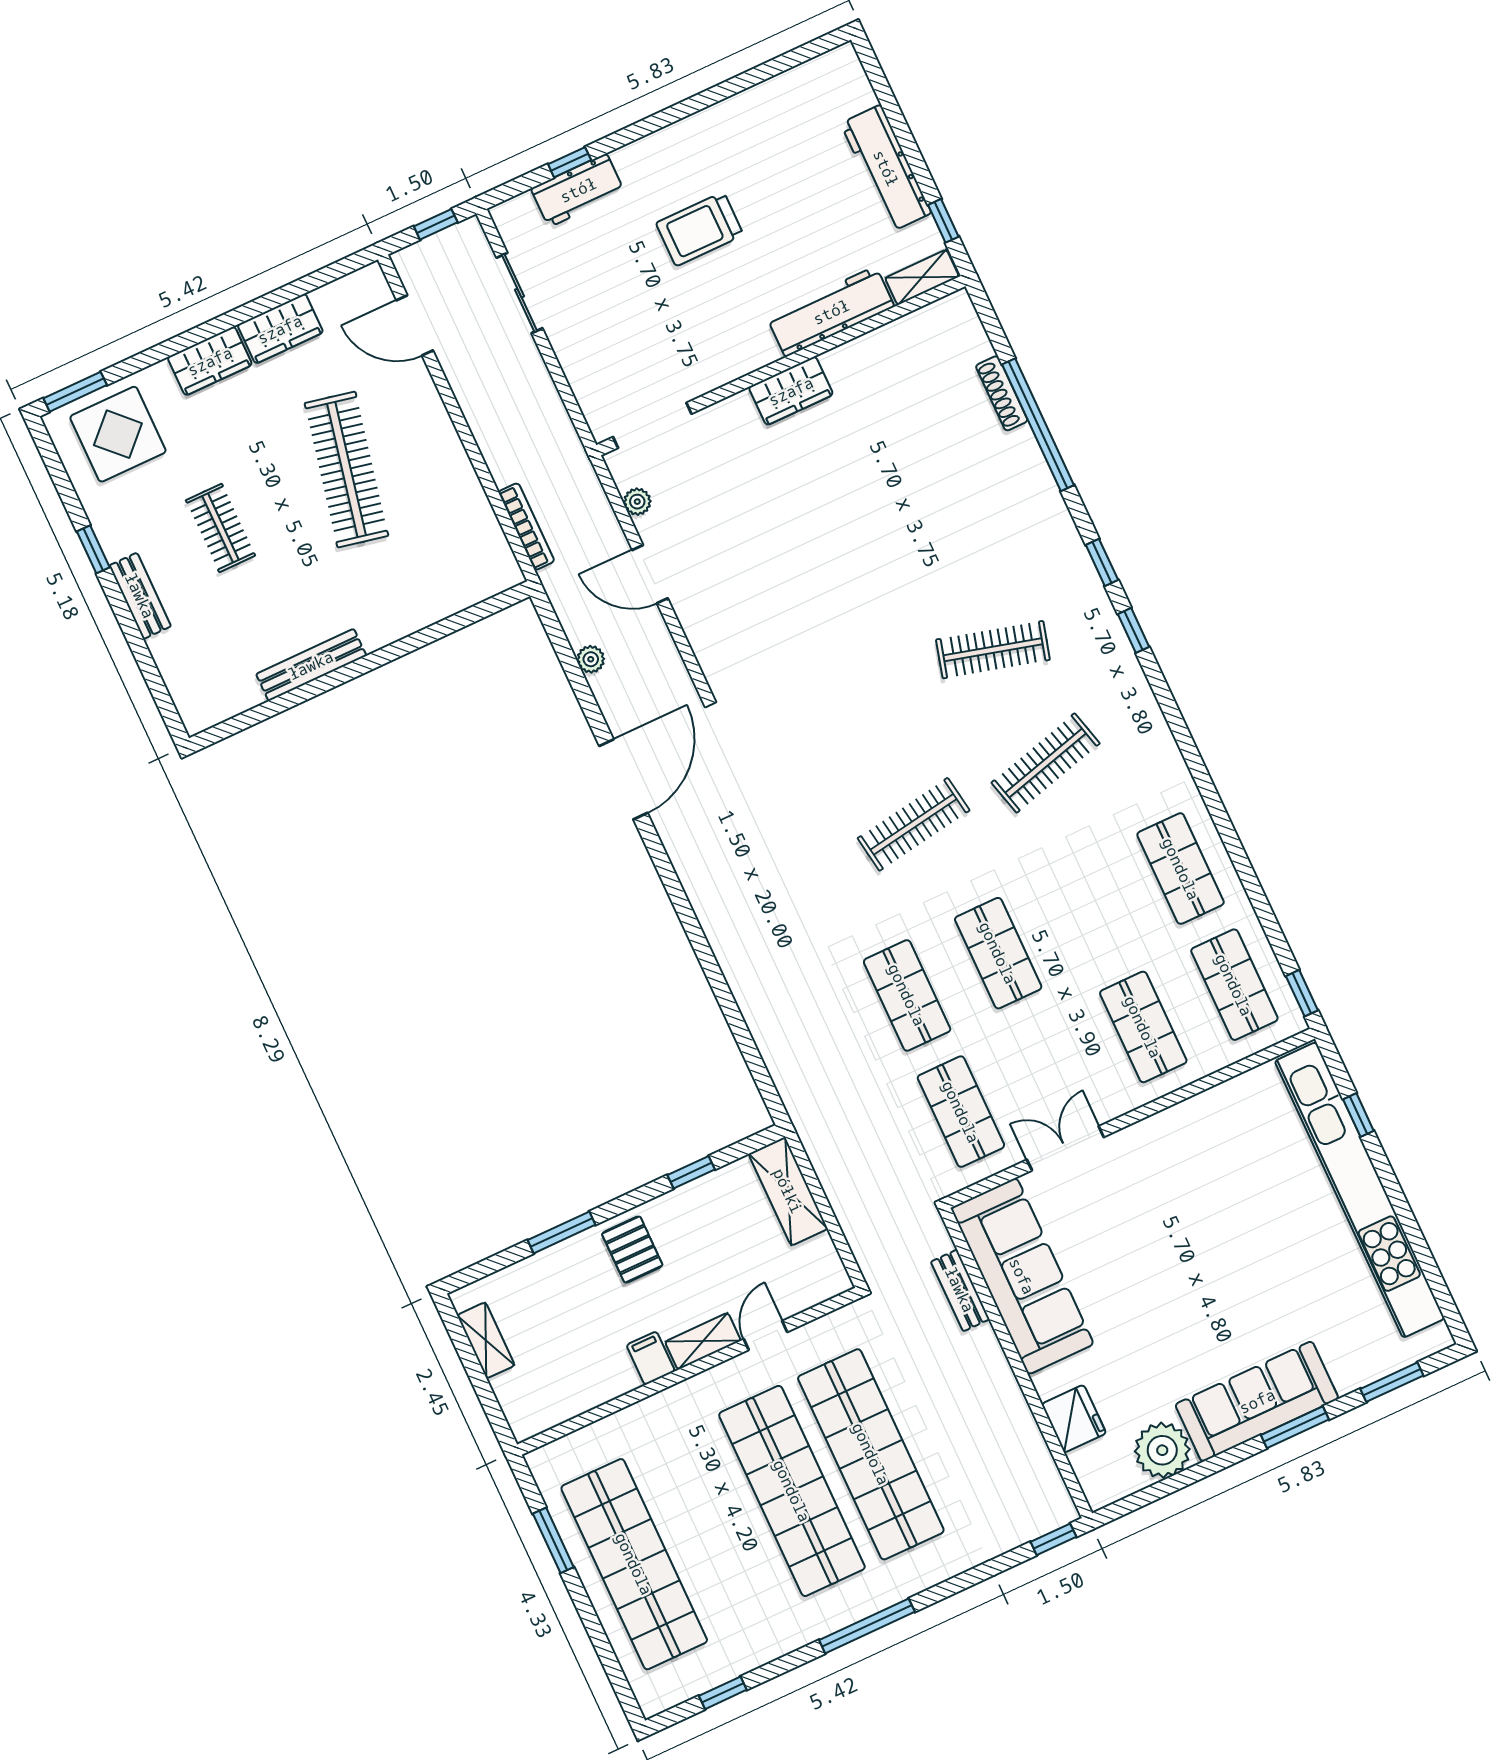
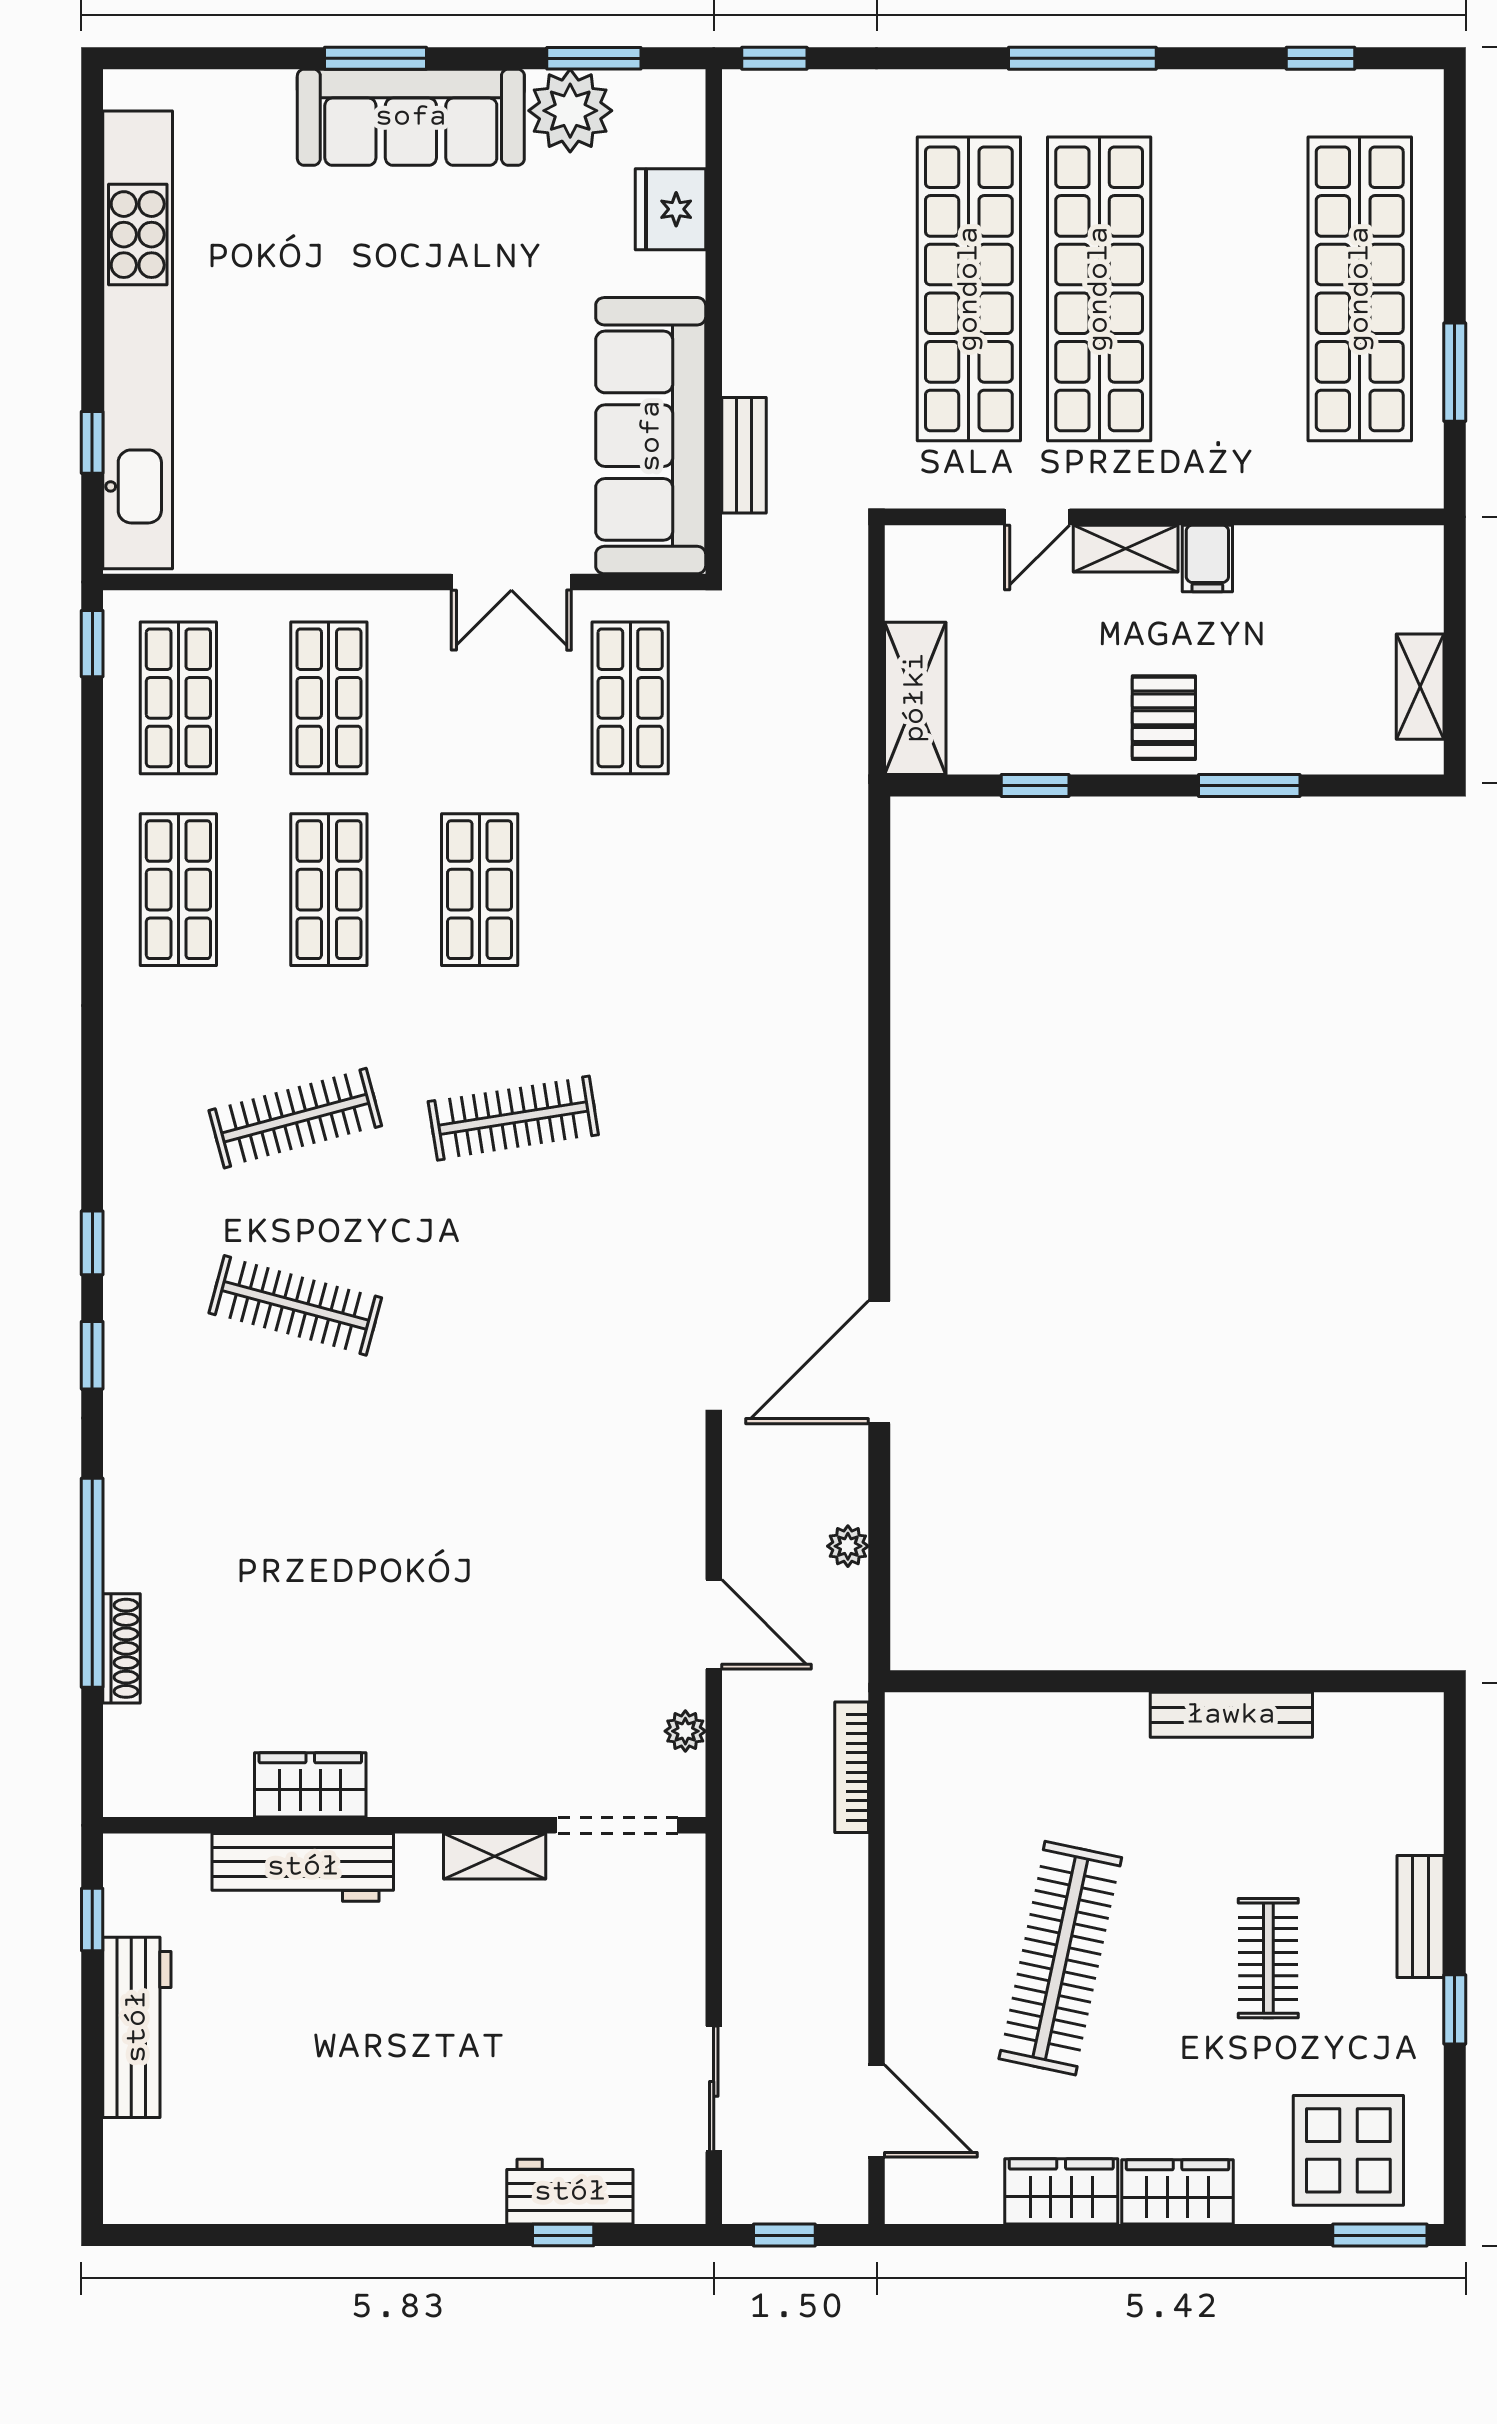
trolley: (700, 229) -> (428, 2062), removed
shelving: (922, 277) -> (495, 1856), moved
wardrobe: (791, 391) -> (310, 1785), moved
shop shelf: (907, 995) -> (329, 890), moved
window: (1392, 1382) -> (594, 58), moved

